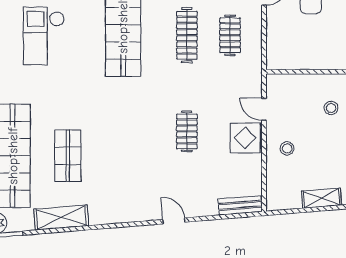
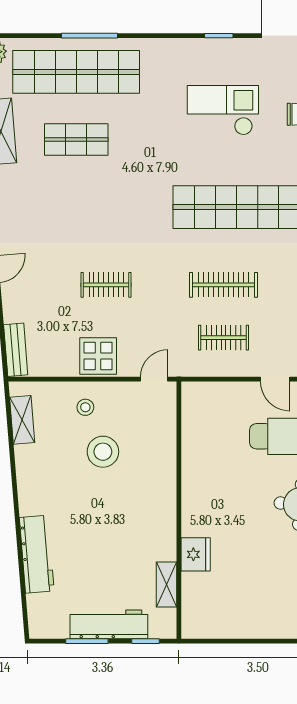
stool: (331, 108) -> (103, 452), moved, width x1.89, depth x1.89
door: (264, 109) -> (154, 379), moved
shelving: (321, 198) -> (22, 420), moved

